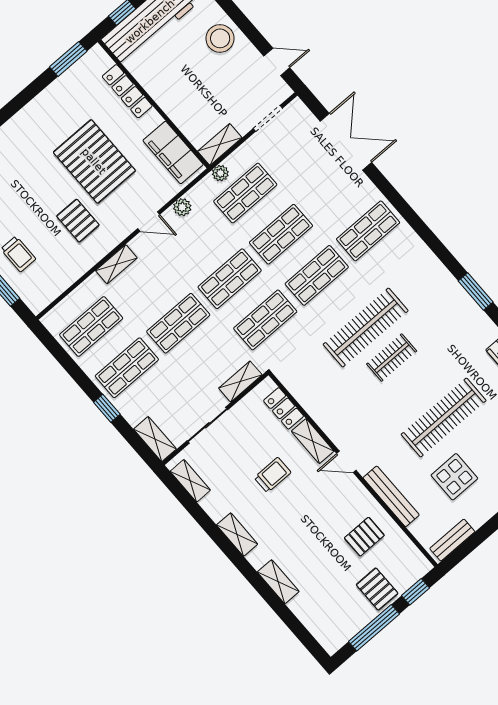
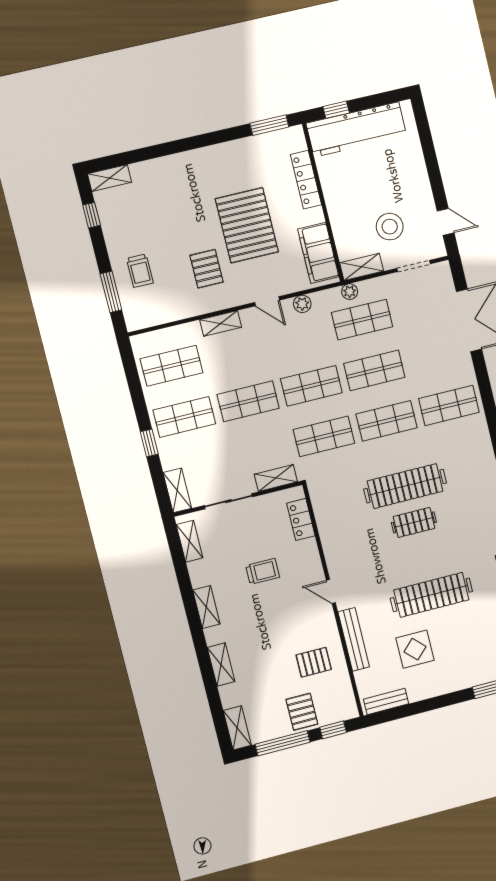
stool: (220, 38) -> (390, 227), moved
shelving: (313, 441) -> (237, 728), moved

